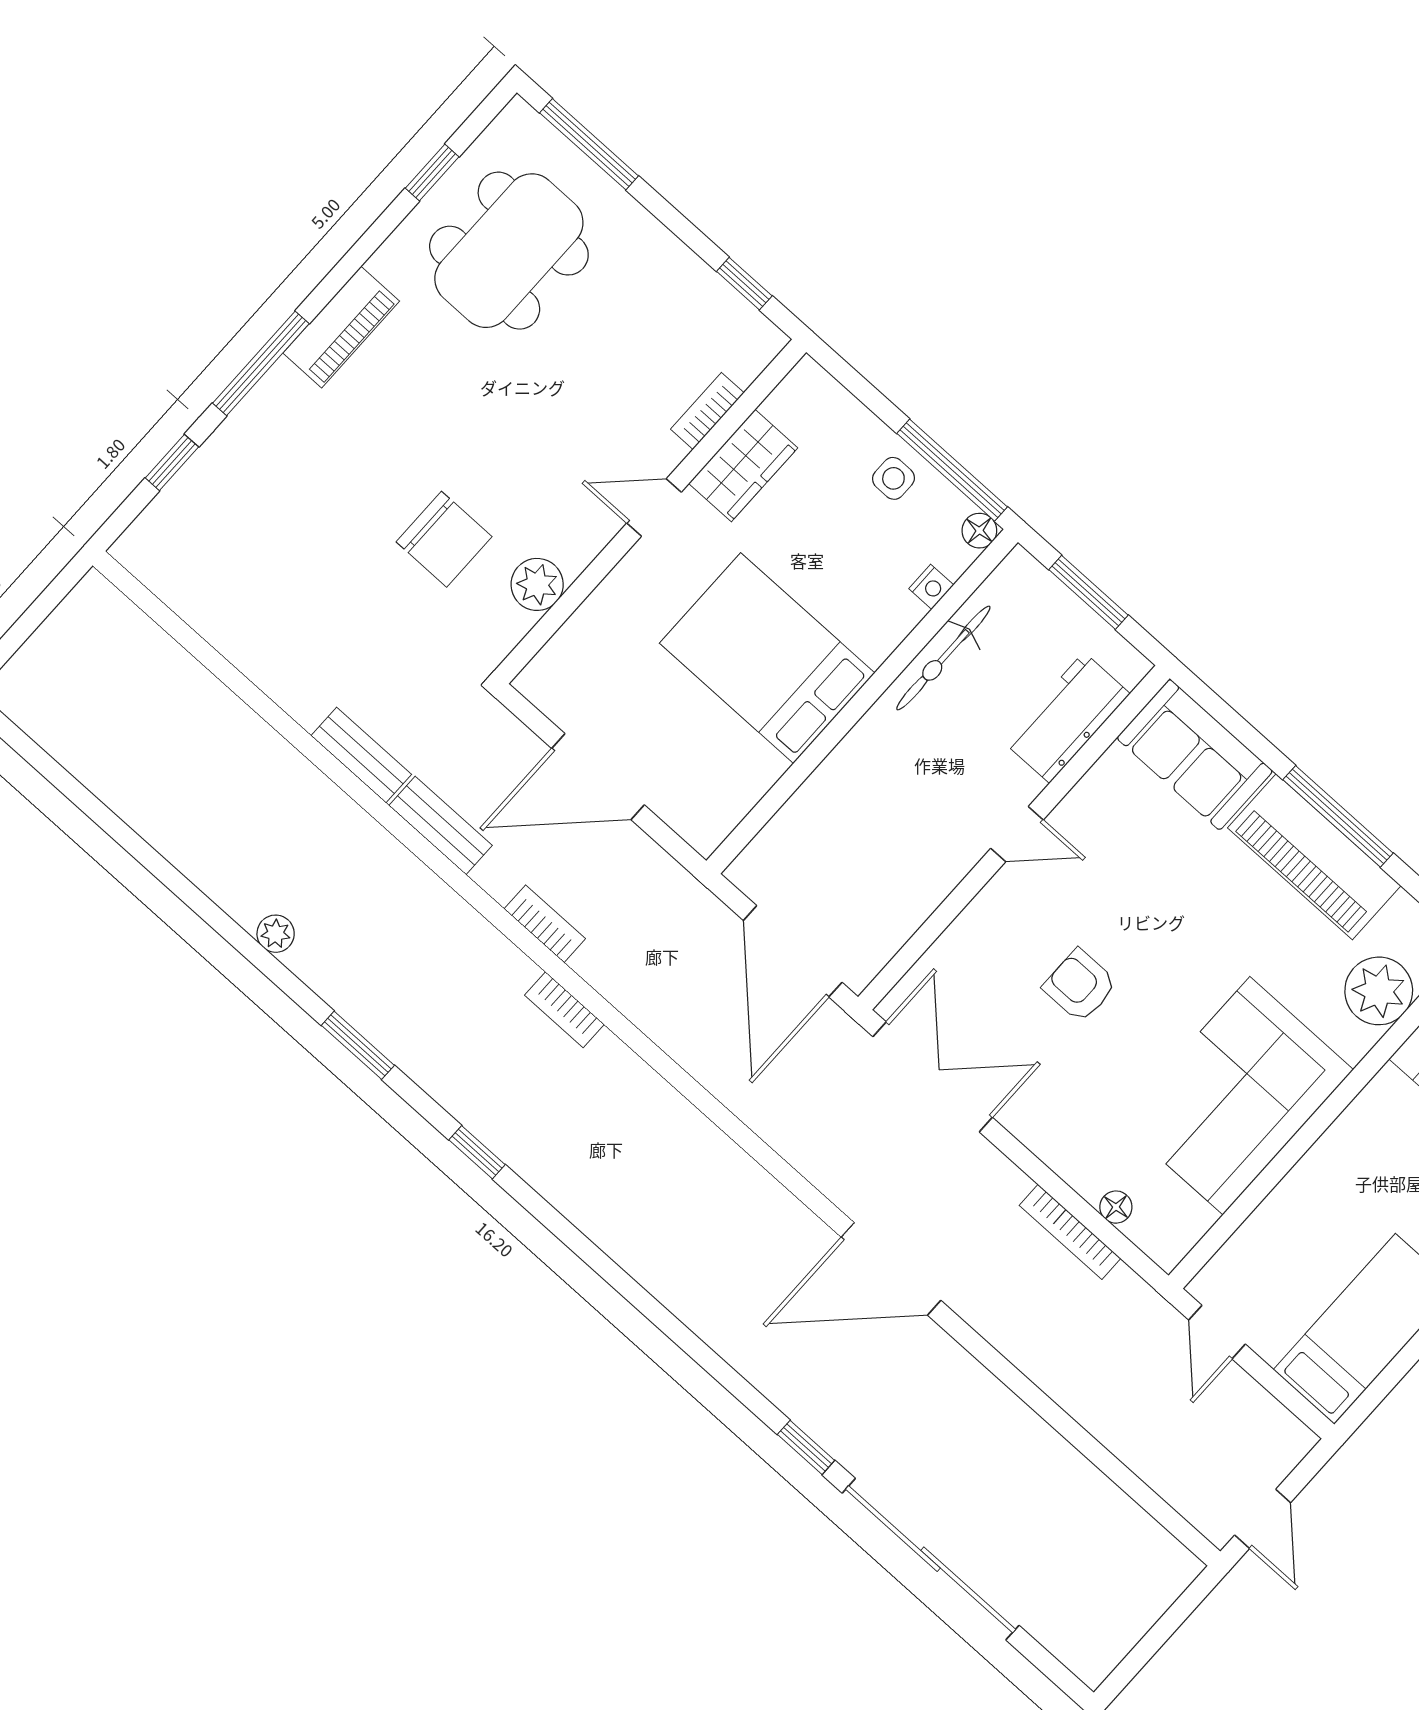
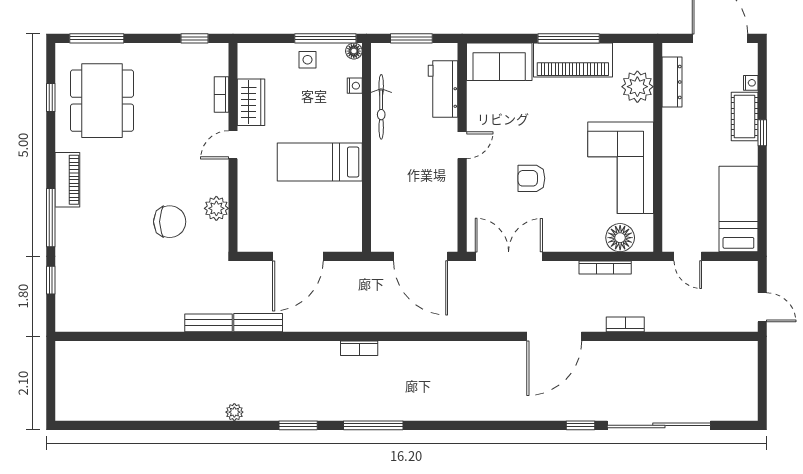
bed: (767, 658) -> (320, 162), width x0.67
bookcase: (545, 924) -> (625, 324), moved
window: (477, 1152) -> (373, 425), width x2.17
floor lamp: (1116, 1207) -> (620, 238), width x1.89, depth x1.89

